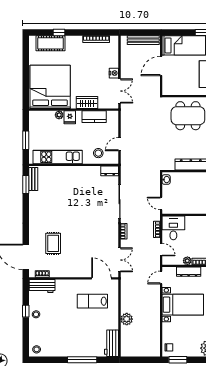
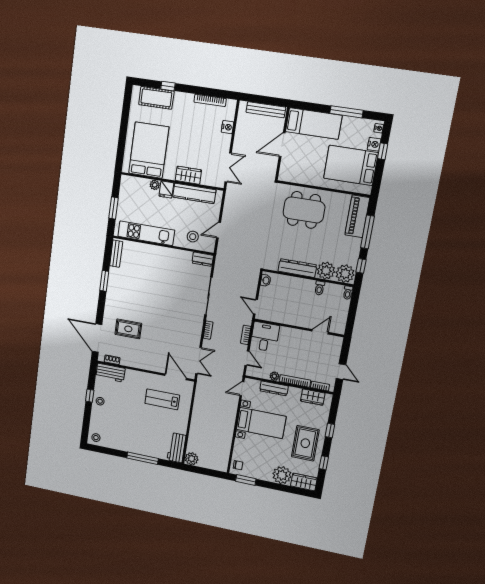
nightstand: (114, 73) -> (228, 127), moved
bed: (50, 87) -> (149, 150), width x0.73
kitchen counter: (94, 117) -> (194, 193), width x1.50
window: (26, 184) -> (104, 281), moved
rug: (53, 243) -> (128, 329), turned 90
plant: (127, 319) -> (192, 459), moved

